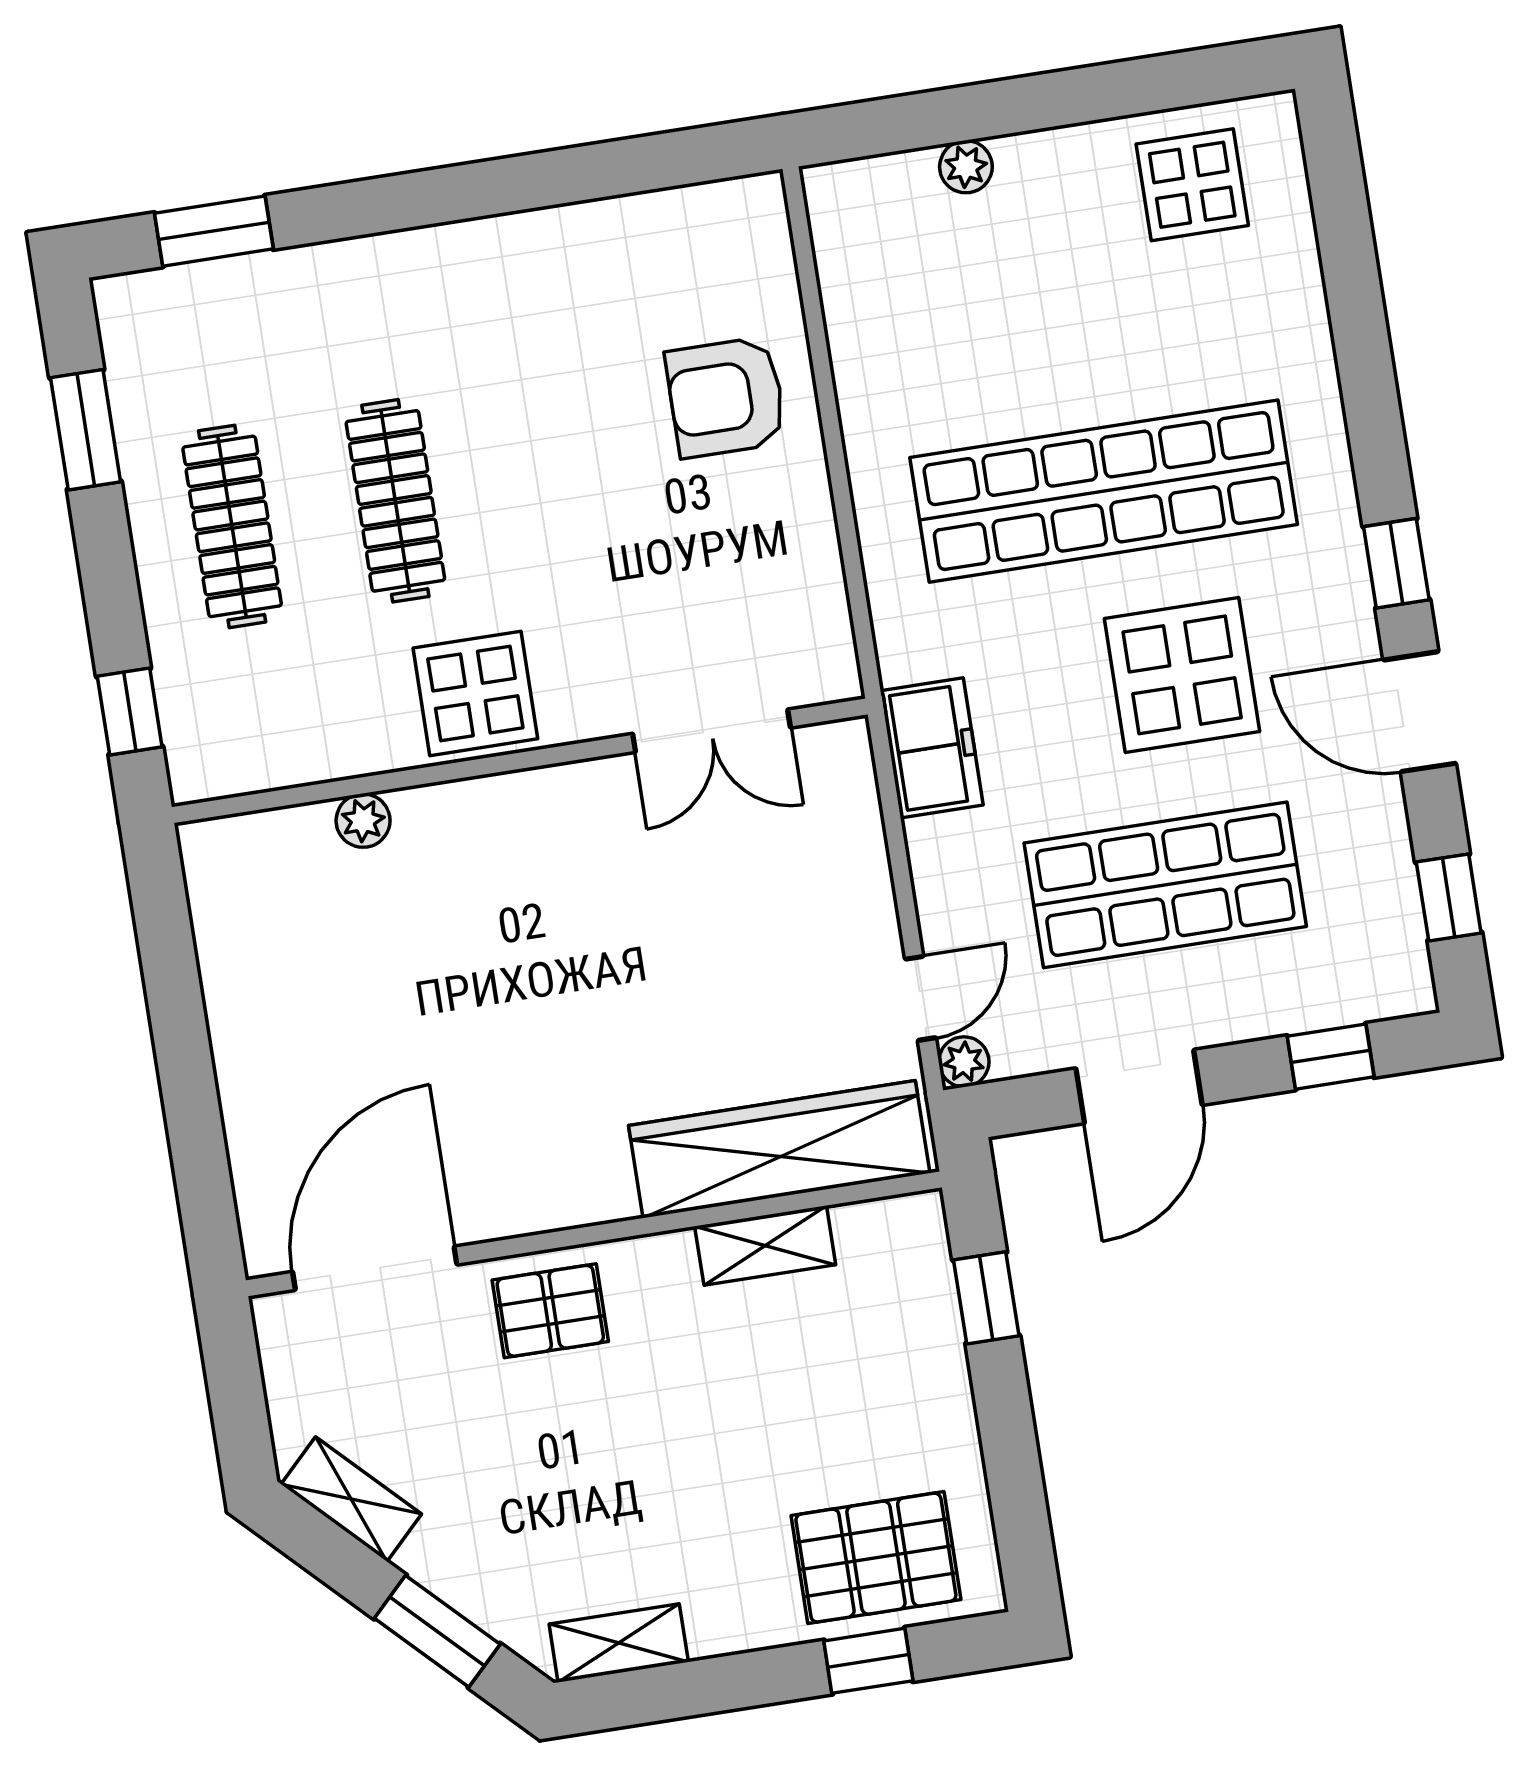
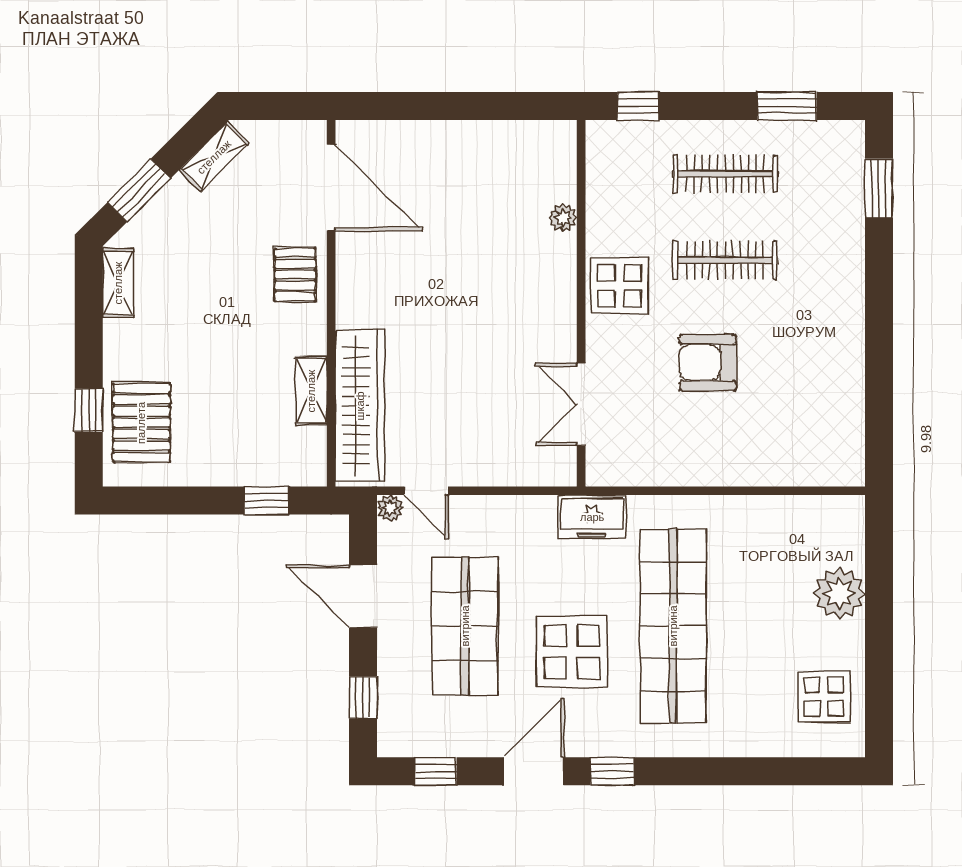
plant: (966, 167) -> (839, 593), width x1.88, depth x1.88
armchair: (726, 397) -> (708, 363), moved, turned -90
freezer: (932, 748) -> (592, 517), moved

